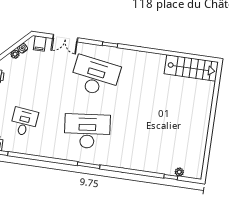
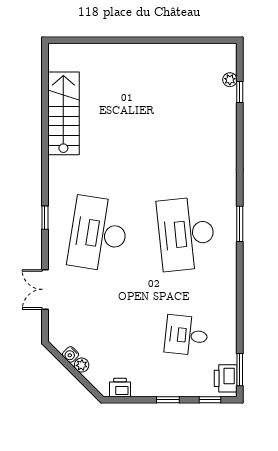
double door: (65, 38) -> (45, 289), swing flipped
filing cabinet: (40, 43) -> (59, 328), removed
stairs: (191, 68) -> (63, 113), moved

